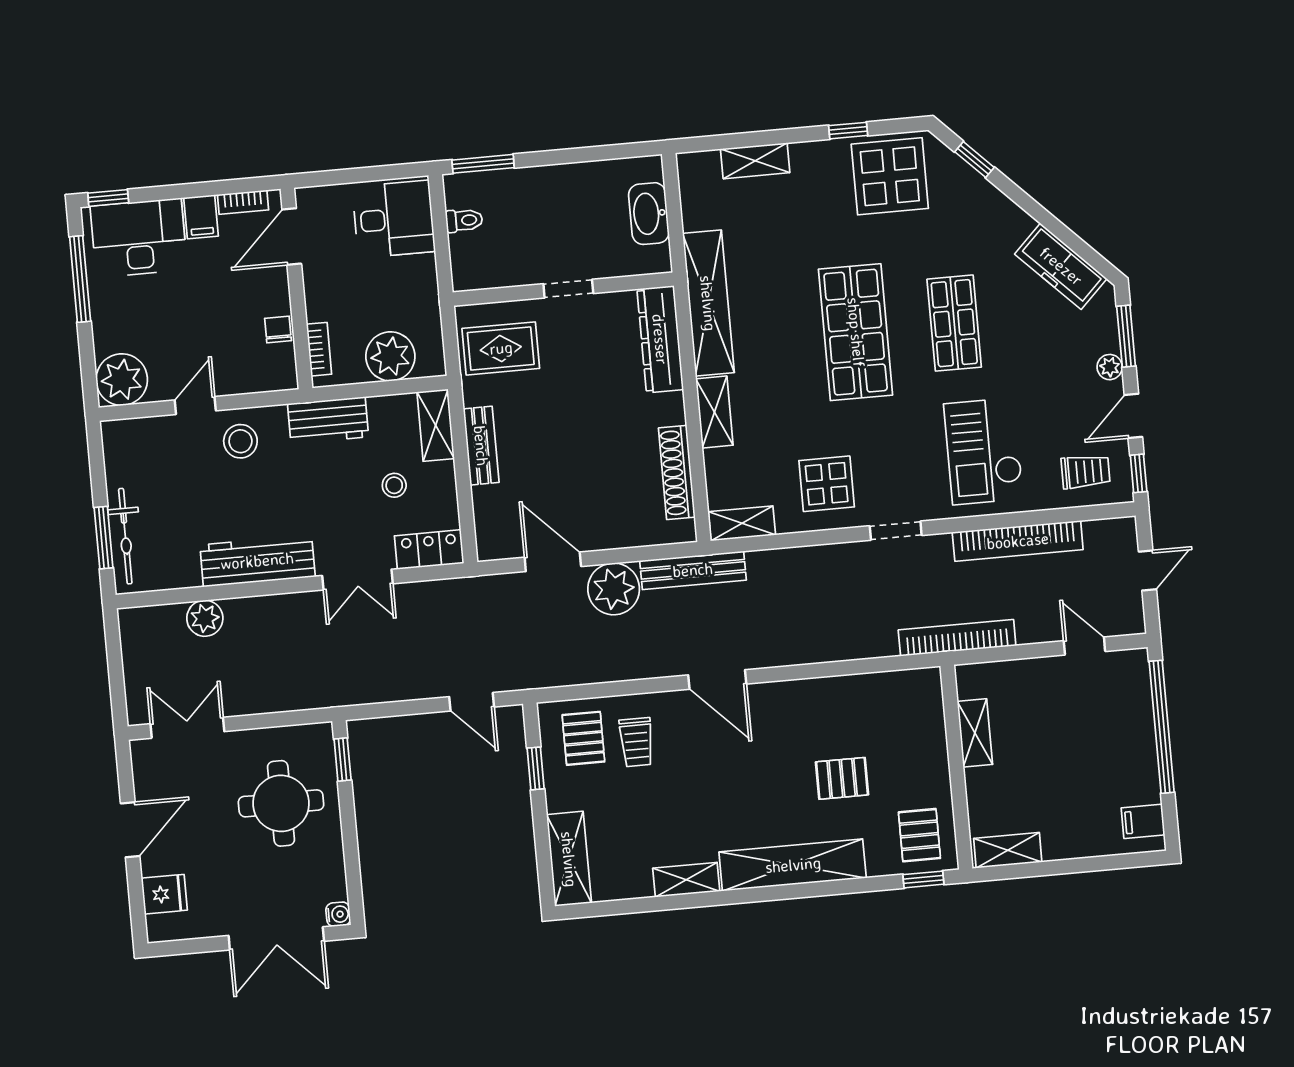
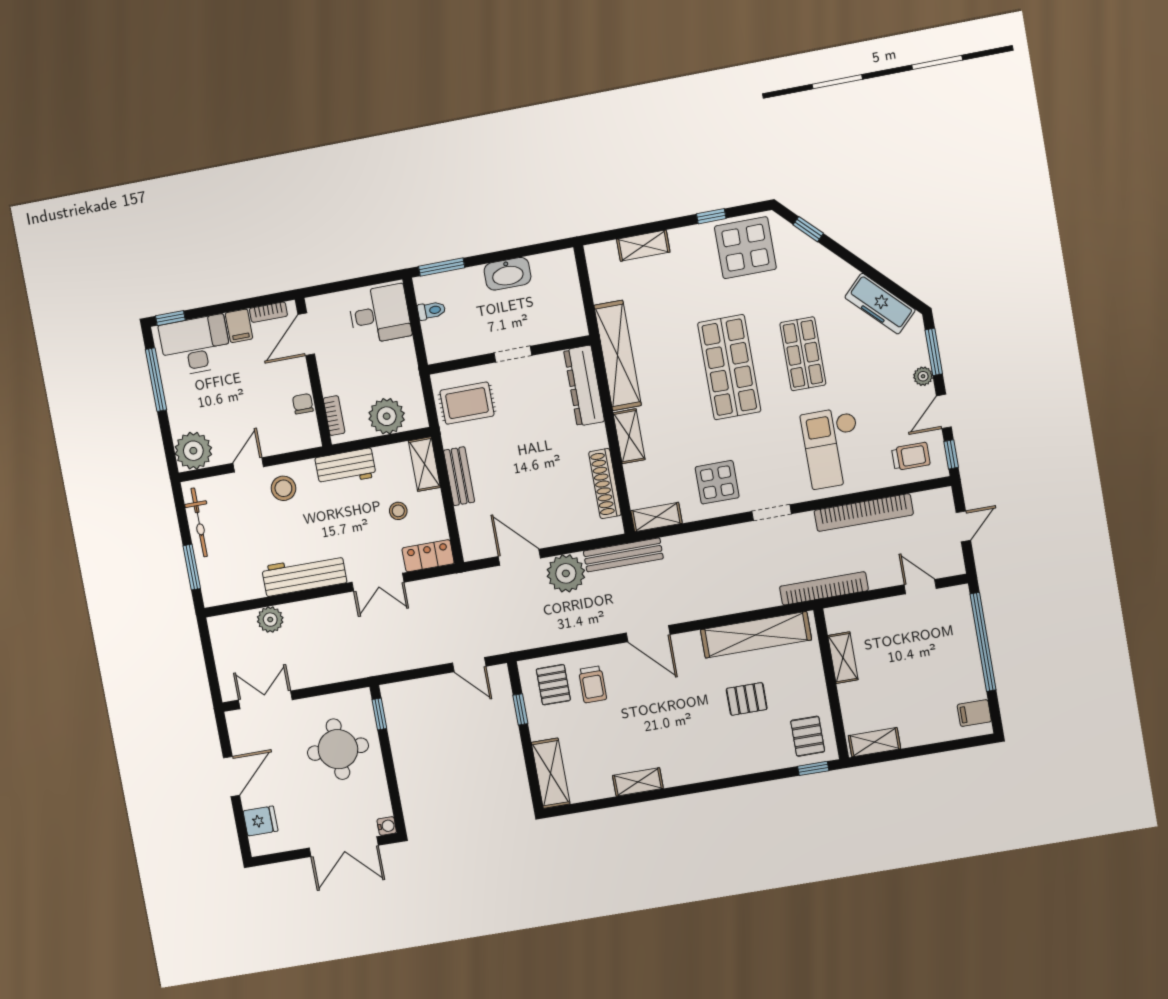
washbasin: (649, 214) -> (508, 274), moved, turned -90
bicycle: (125, 536) -> (199, 522), moved
shelving: (793, 865) -> (756, 635), moved

